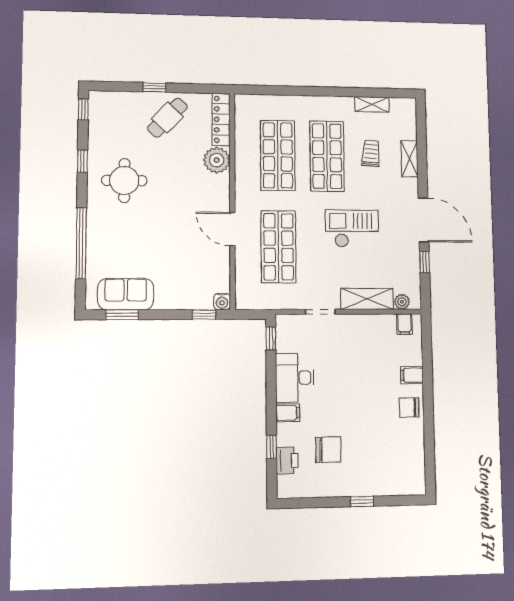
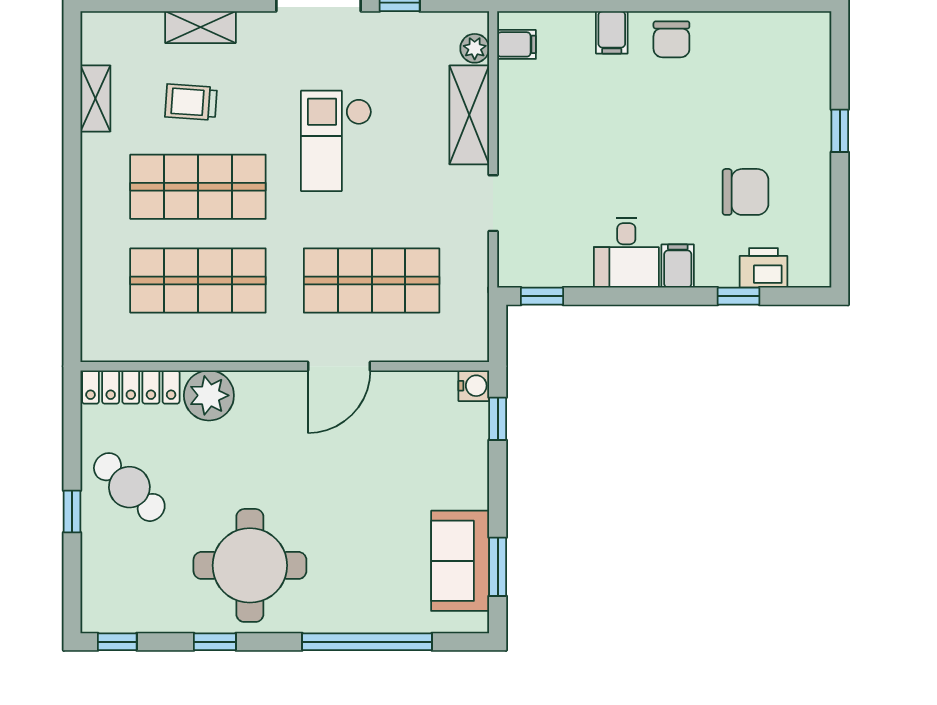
round table: (124, 181) -> (250, 565), width x1.36, depth x1.36
desk: (295, 378) -> (626, 253), width x0.73
chair: (328, 450) -> (745, 192), turned 90

